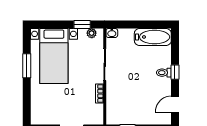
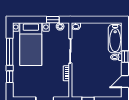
bathtub: (153, 37) -> (115, 39), moved, turned 90
window: (27, 66) -> (10, 52), width x1.44
window: (27, 98) -> (10, 77), added

